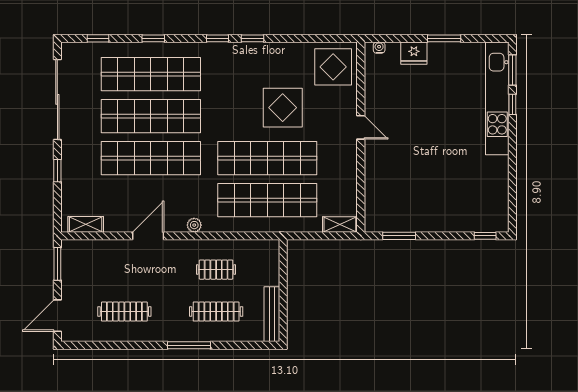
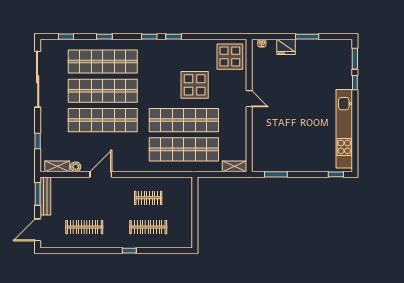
kitchen unit: (497, 98) -> (344, 129), moved
window: (57, 171) -> (38, 141), moved
plant: (194, 225) -> (76, 167), moved
bench: (272, 314) -> (45, 196), moved
window: (189, 345) -> (129, 251), width x0.46

